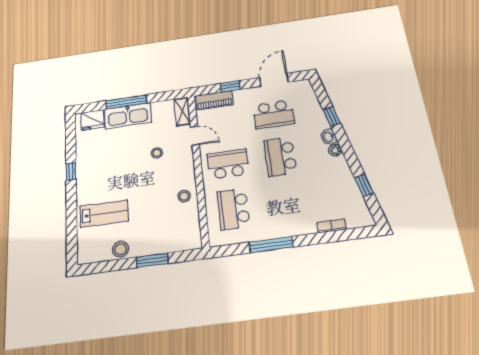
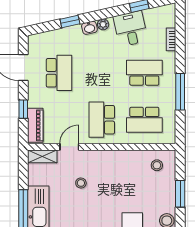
school desk: (280, 157) -> (144, 73), moved, turned 180
desk: (336, 180) -> (131, 29), added
stool: (184, 196) -> (157, 165), moved

